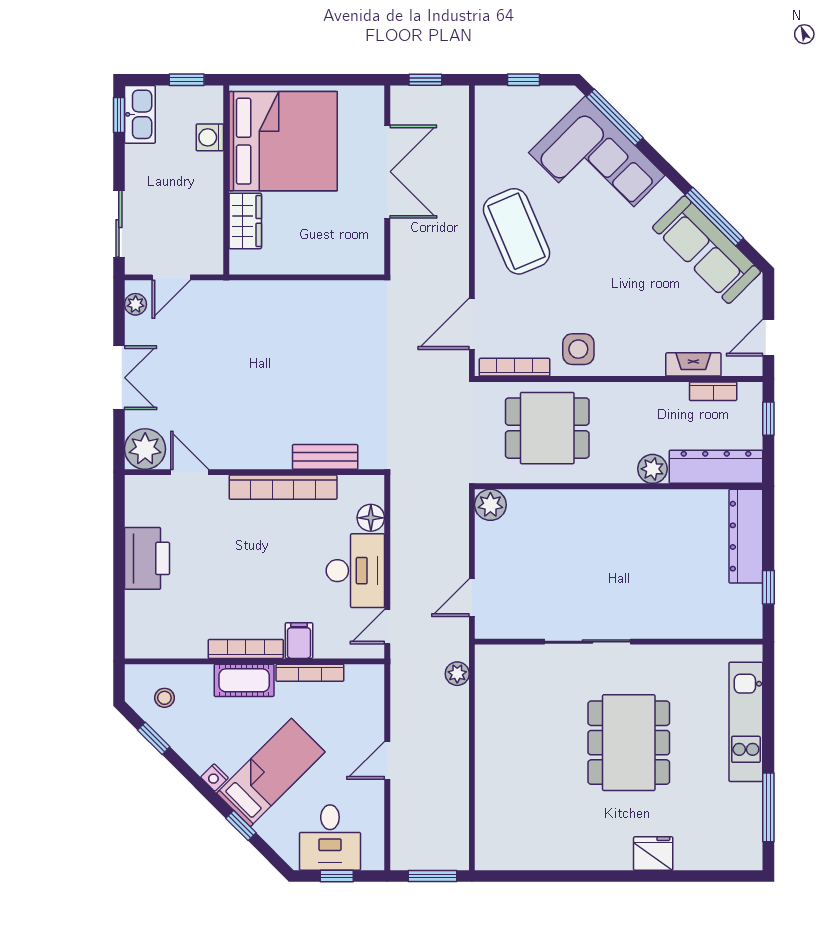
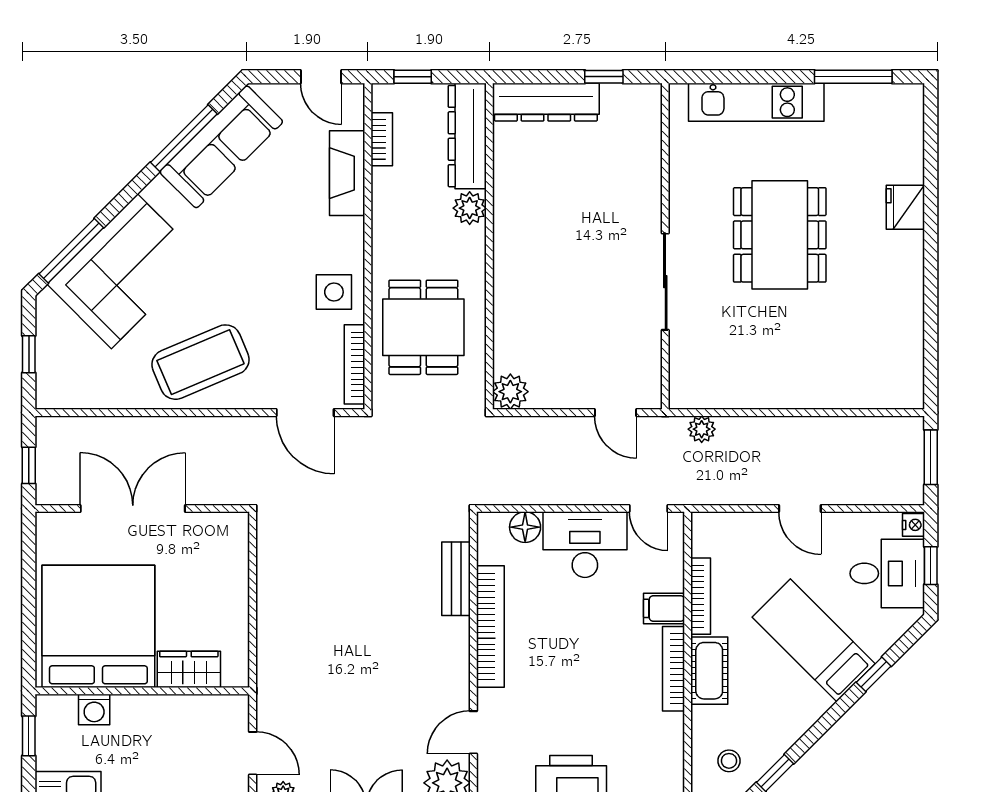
fireplace: (693, 364) -> (347, 173), width x1.37, depth x1.32
dining table: (629, 743) -> (780, 235), turned 90
nightstand: (214, 778) -> (913, 525), moved, turned -45

